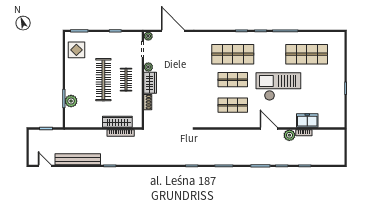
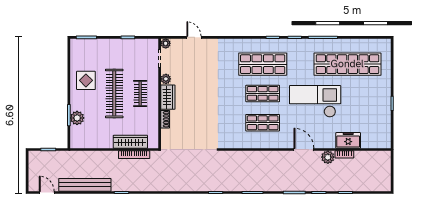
door: (173, 31) -> (194, 37), width x0.53
display table: (76, 50) -> (86, 80), moved
shop shelf: (307, 54) -> (347, 64), width x1.40

